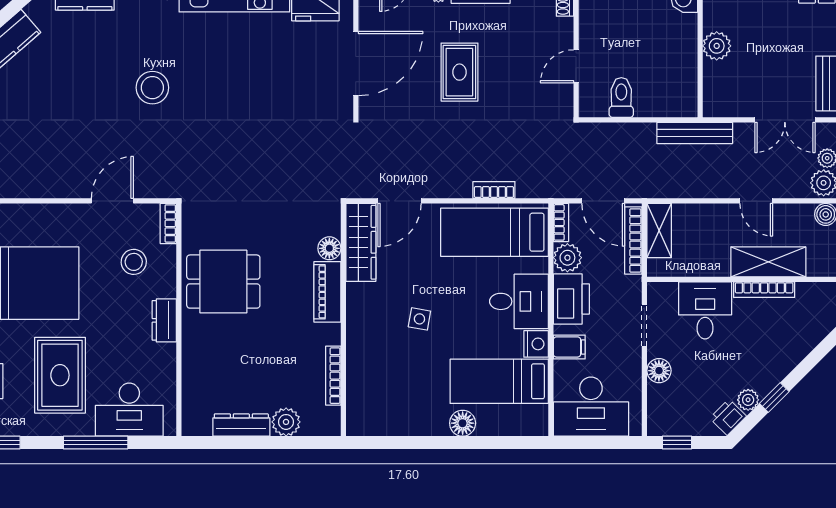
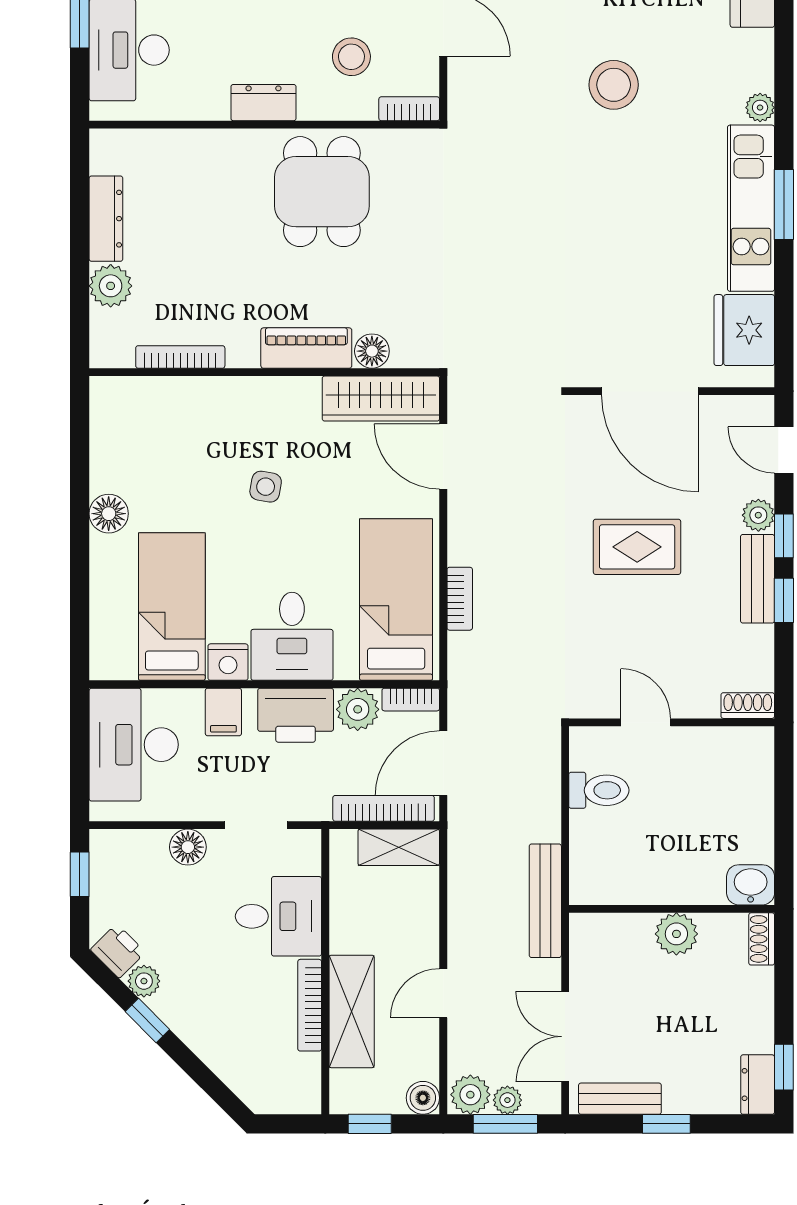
floor lamp: (463, 423) -> (109, 514), moved

